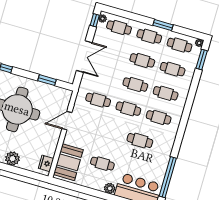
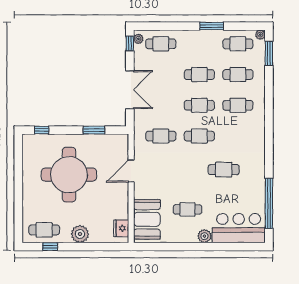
cafe table: (149, 36) -> (199, 44), removed
cafe table: (159, 117) -> (238, 136), removed

